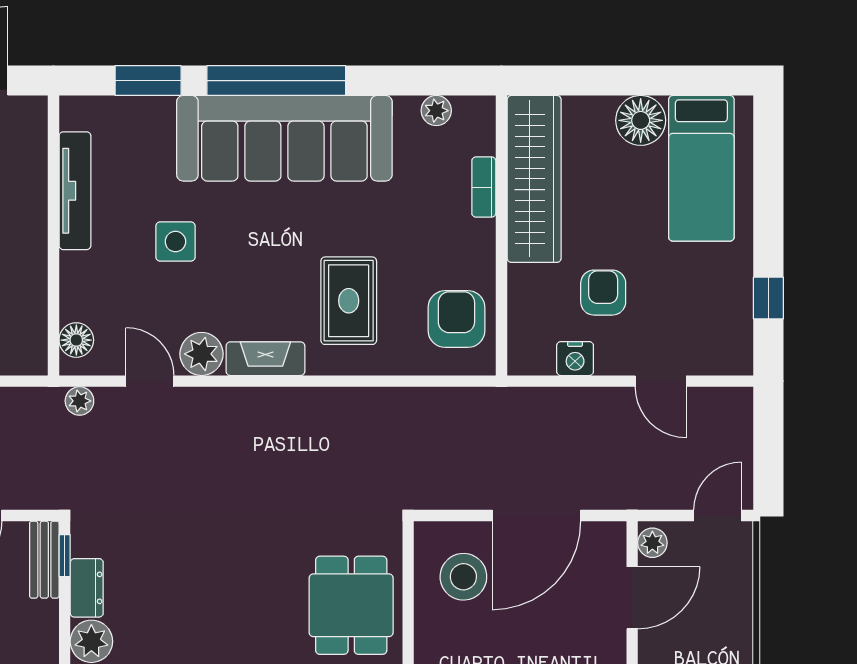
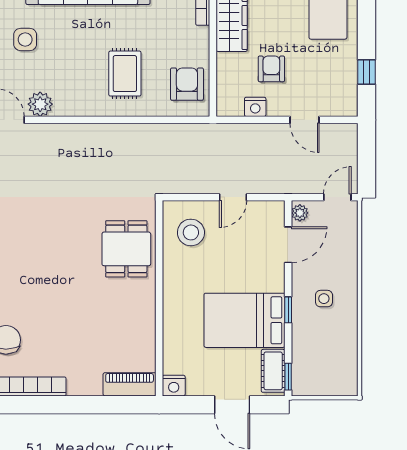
fireplace: (265, 359) -> (77, 107), removed
door: (536, 516) -> (233, 197), width x0.53

